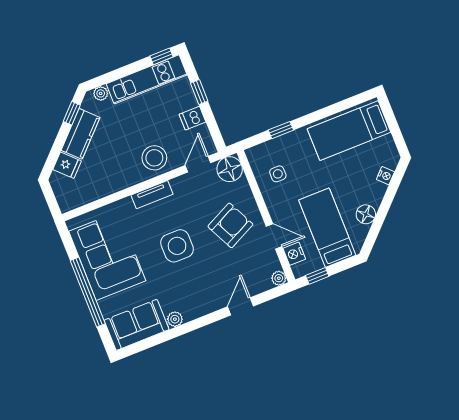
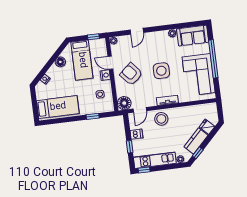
armchair: (230, 225) -> (131, 74), turned 75
nightstand: (294, 254) -> (105, 75), moved

